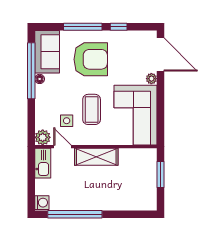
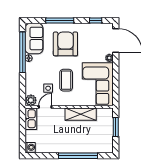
window: (119, 27) -> (96, 21), moved
armchair: (91, 59) -> (65, 44), turned -90
door: (62, 147) -> (45, 107), hinge flipped
shelving: (96, 157) -> (81, 114), moved
window: (75, 214) -> (78, 156), moved

